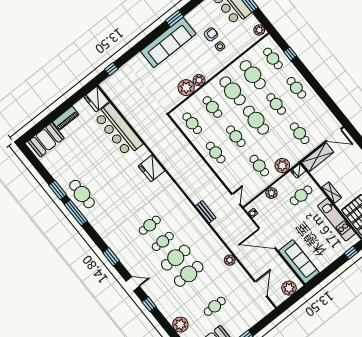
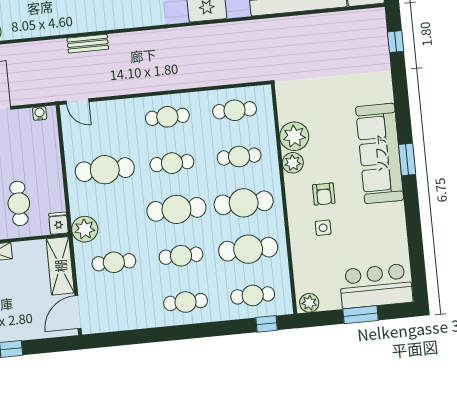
window: (174, 18) -> (407, 159), moved
armchair: (211, 34) -> (324, 194), moved
window: (290, 54) -> (267, 324), moved
cafe table: (259, 166) -> (105, 170), width x1.37, depth x1.35
plant: (282, 166) -> (85, 229), moved
plant: (271, 193) -> (51, 161), removed

